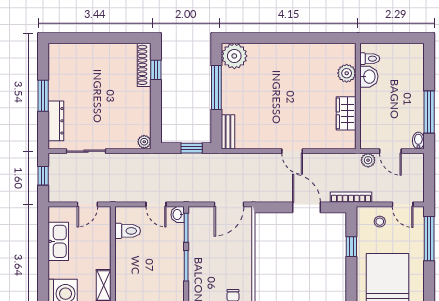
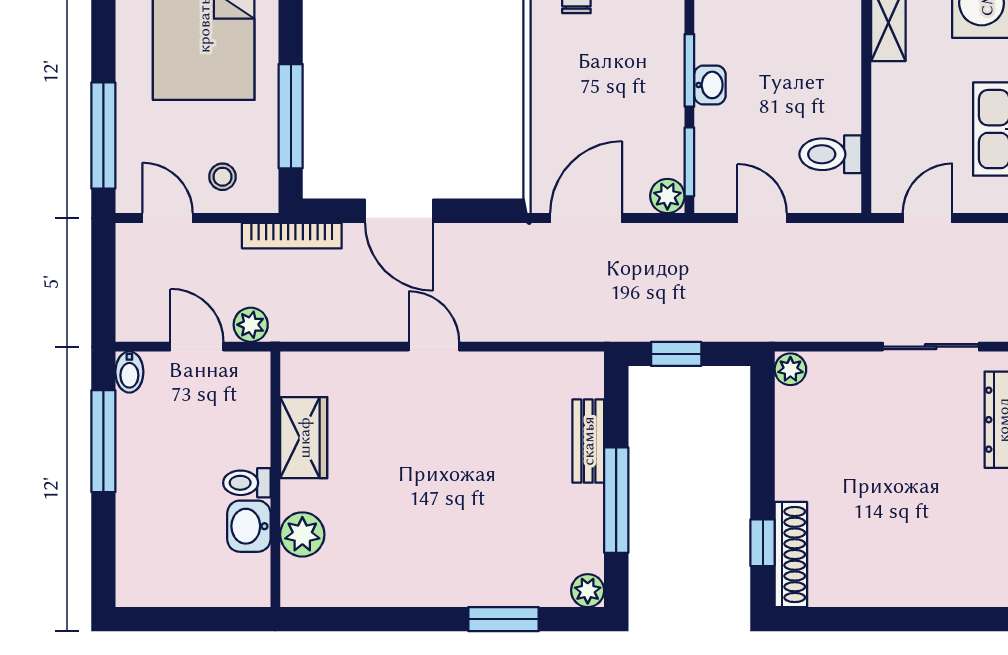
window: (263, 38) -> (504, 619), added
plant: (234, 56) -> (588, 591), width x0.53, depth x0.53
toilet: (370, 59) -> (247, 483), moved
bench: (228, 132) -> (588, 441), moved
plant: (195, 214) -> (667, 196), added
washbasin: (178, 215) -> (710, 85), moved
window: (351, 247) -> (291, 116), width x2.17

